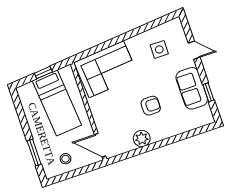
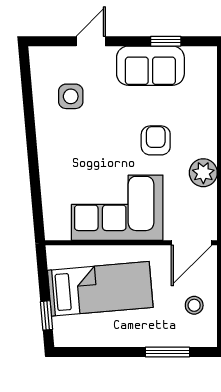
corner sofa: (106, 69) -> (117, 208), moved, turned -85
window: (43, 73) -> (46, 315), moved

